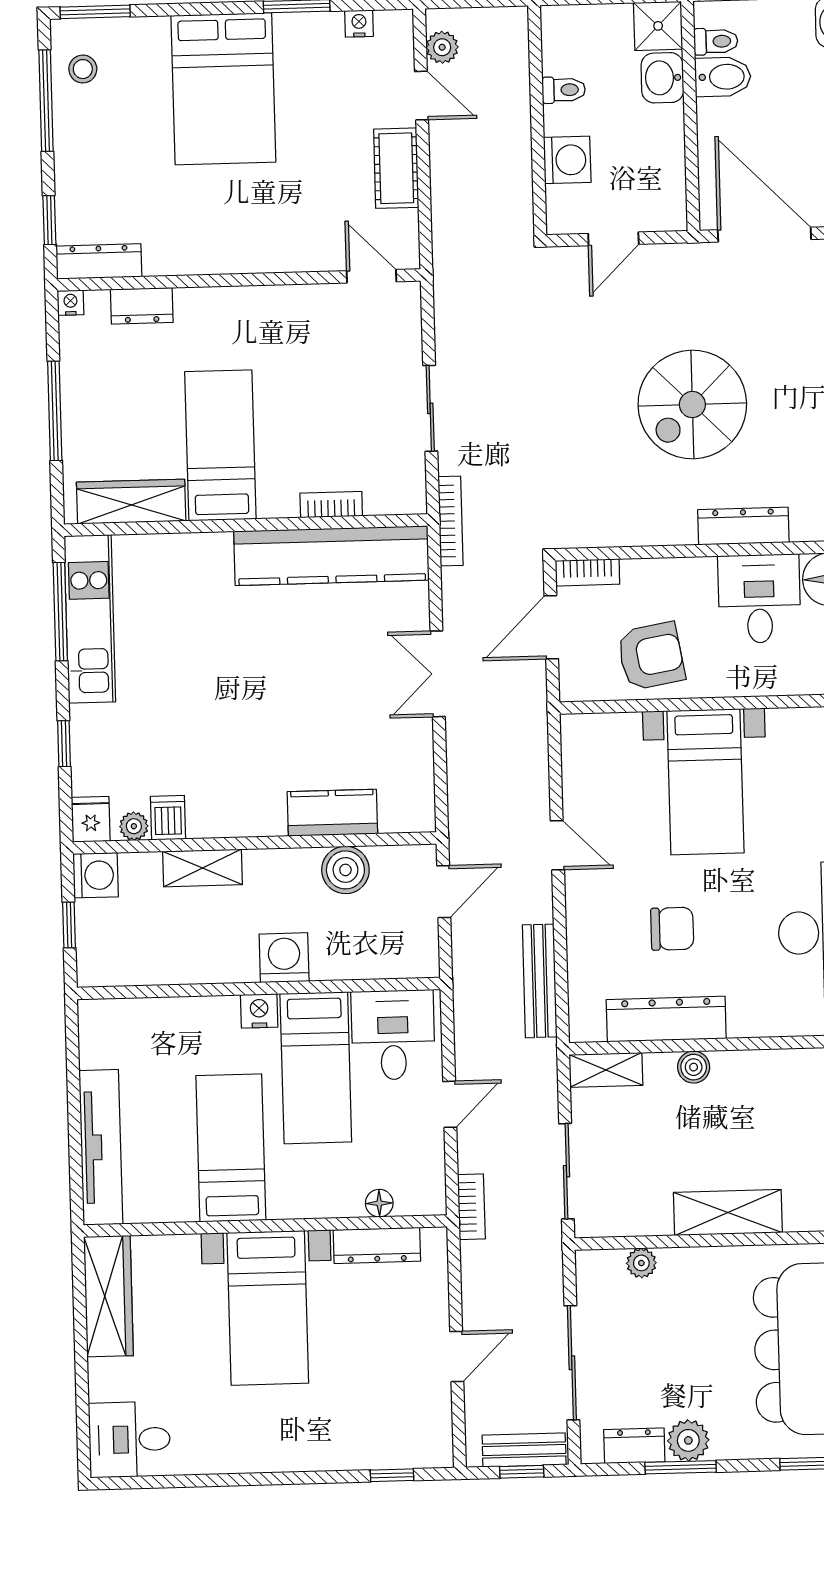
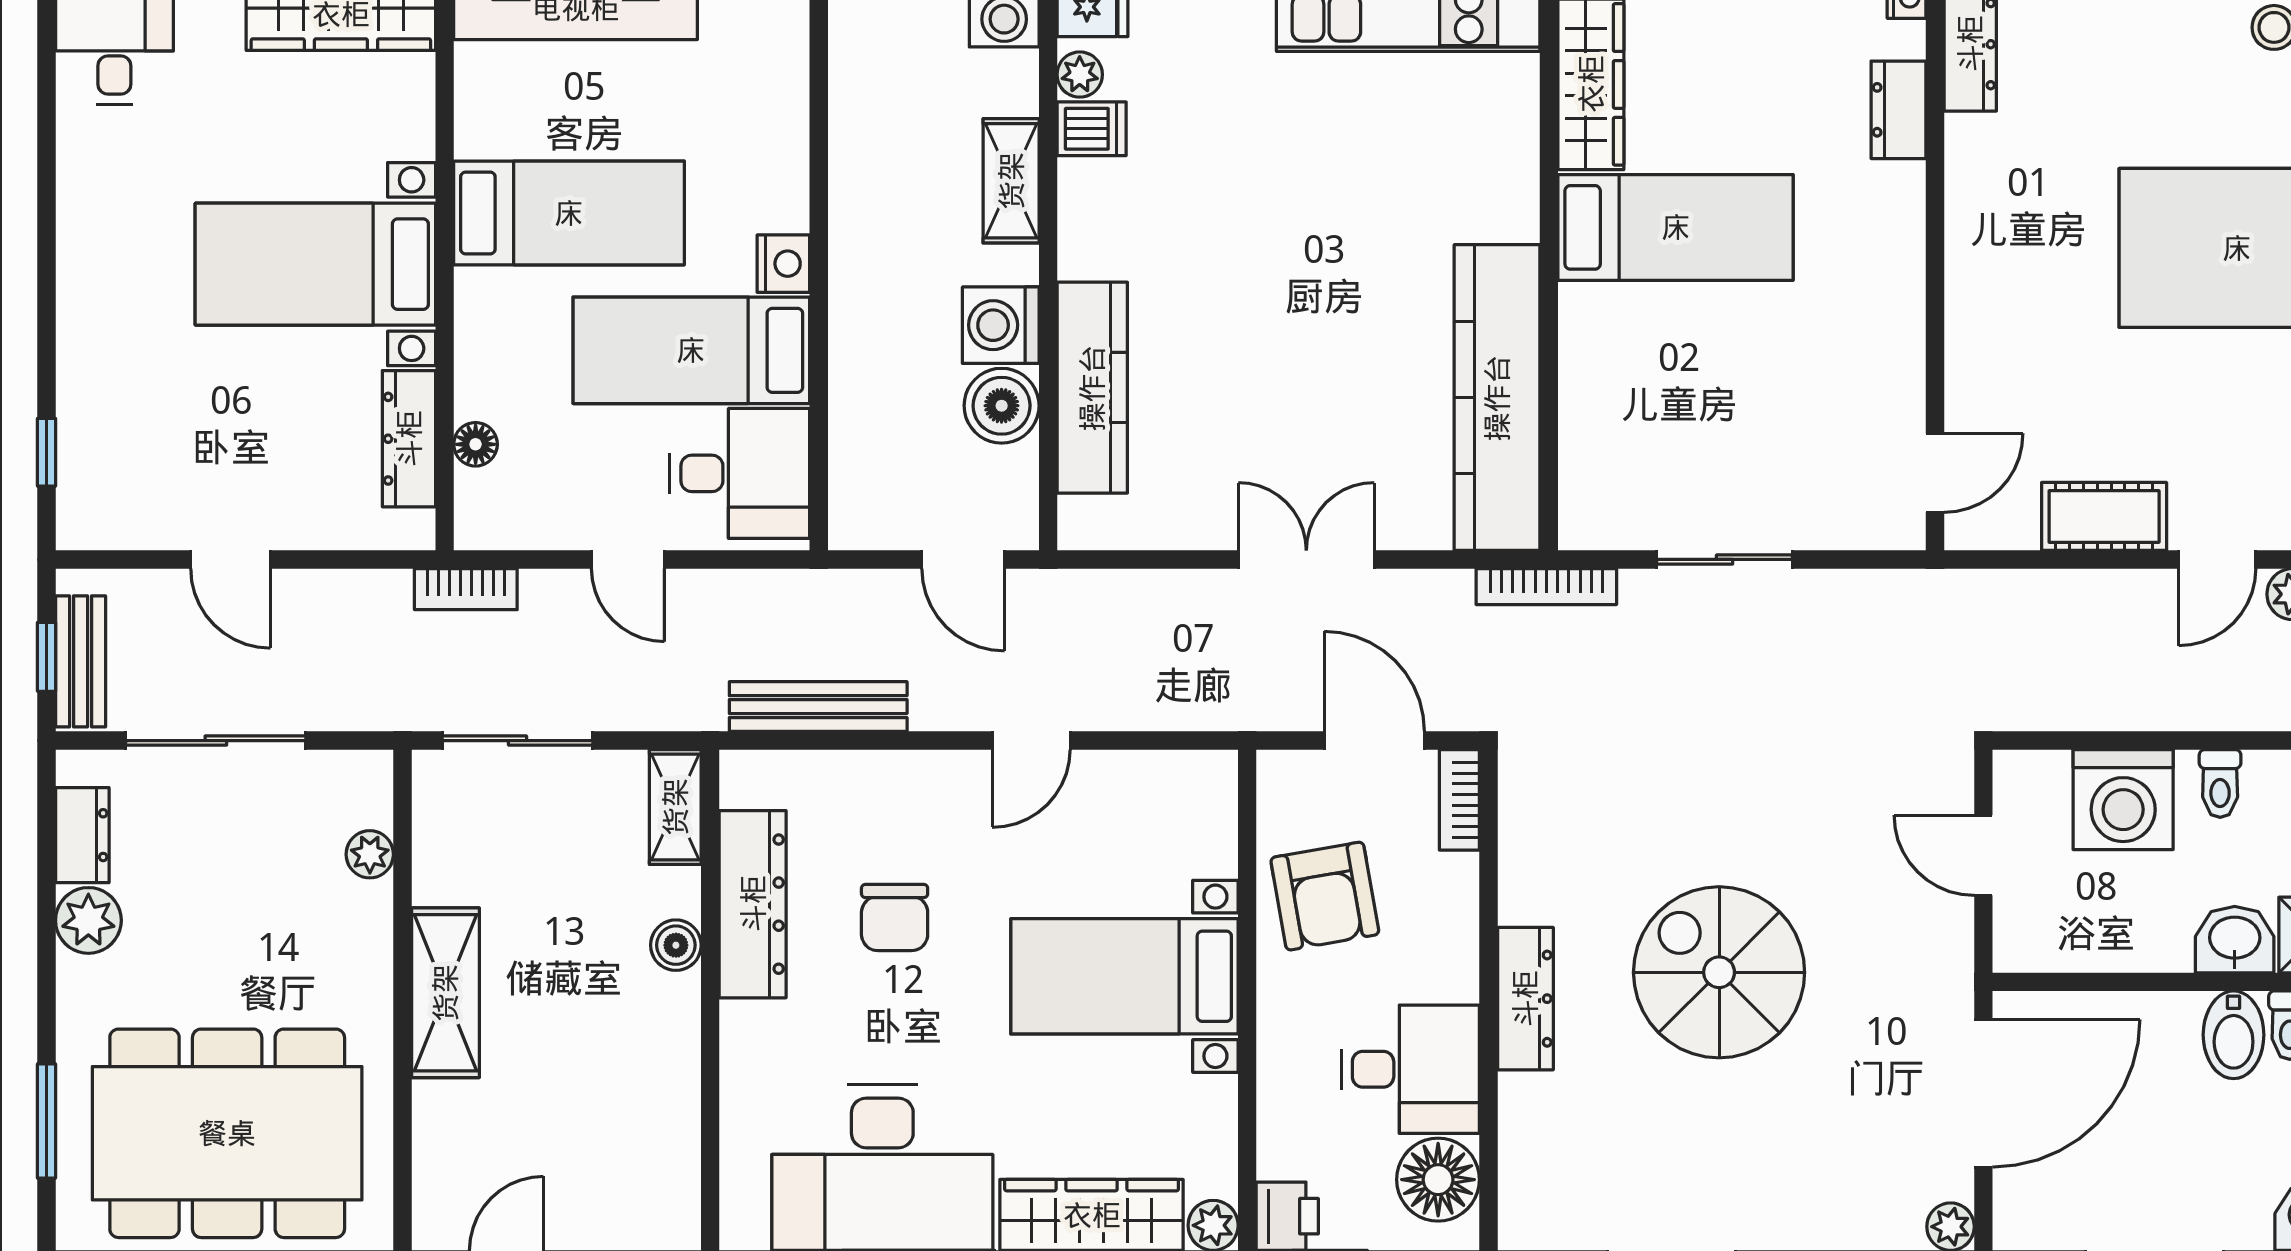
washing machine: (567, 160) -> (2123, 800), width x1.37, depth x1.37
bookcase: (331, 505) -> (1577, 399), removed
dresser: (743, 526) -> (1525, 999), moved
kitchen counter: (332, 813) -> (1092, 388), width x1.50
washing machine: (284, 958) -> (1001, 325), moved, turned 180
window: (681, 1467) -> (46, 907), removed

